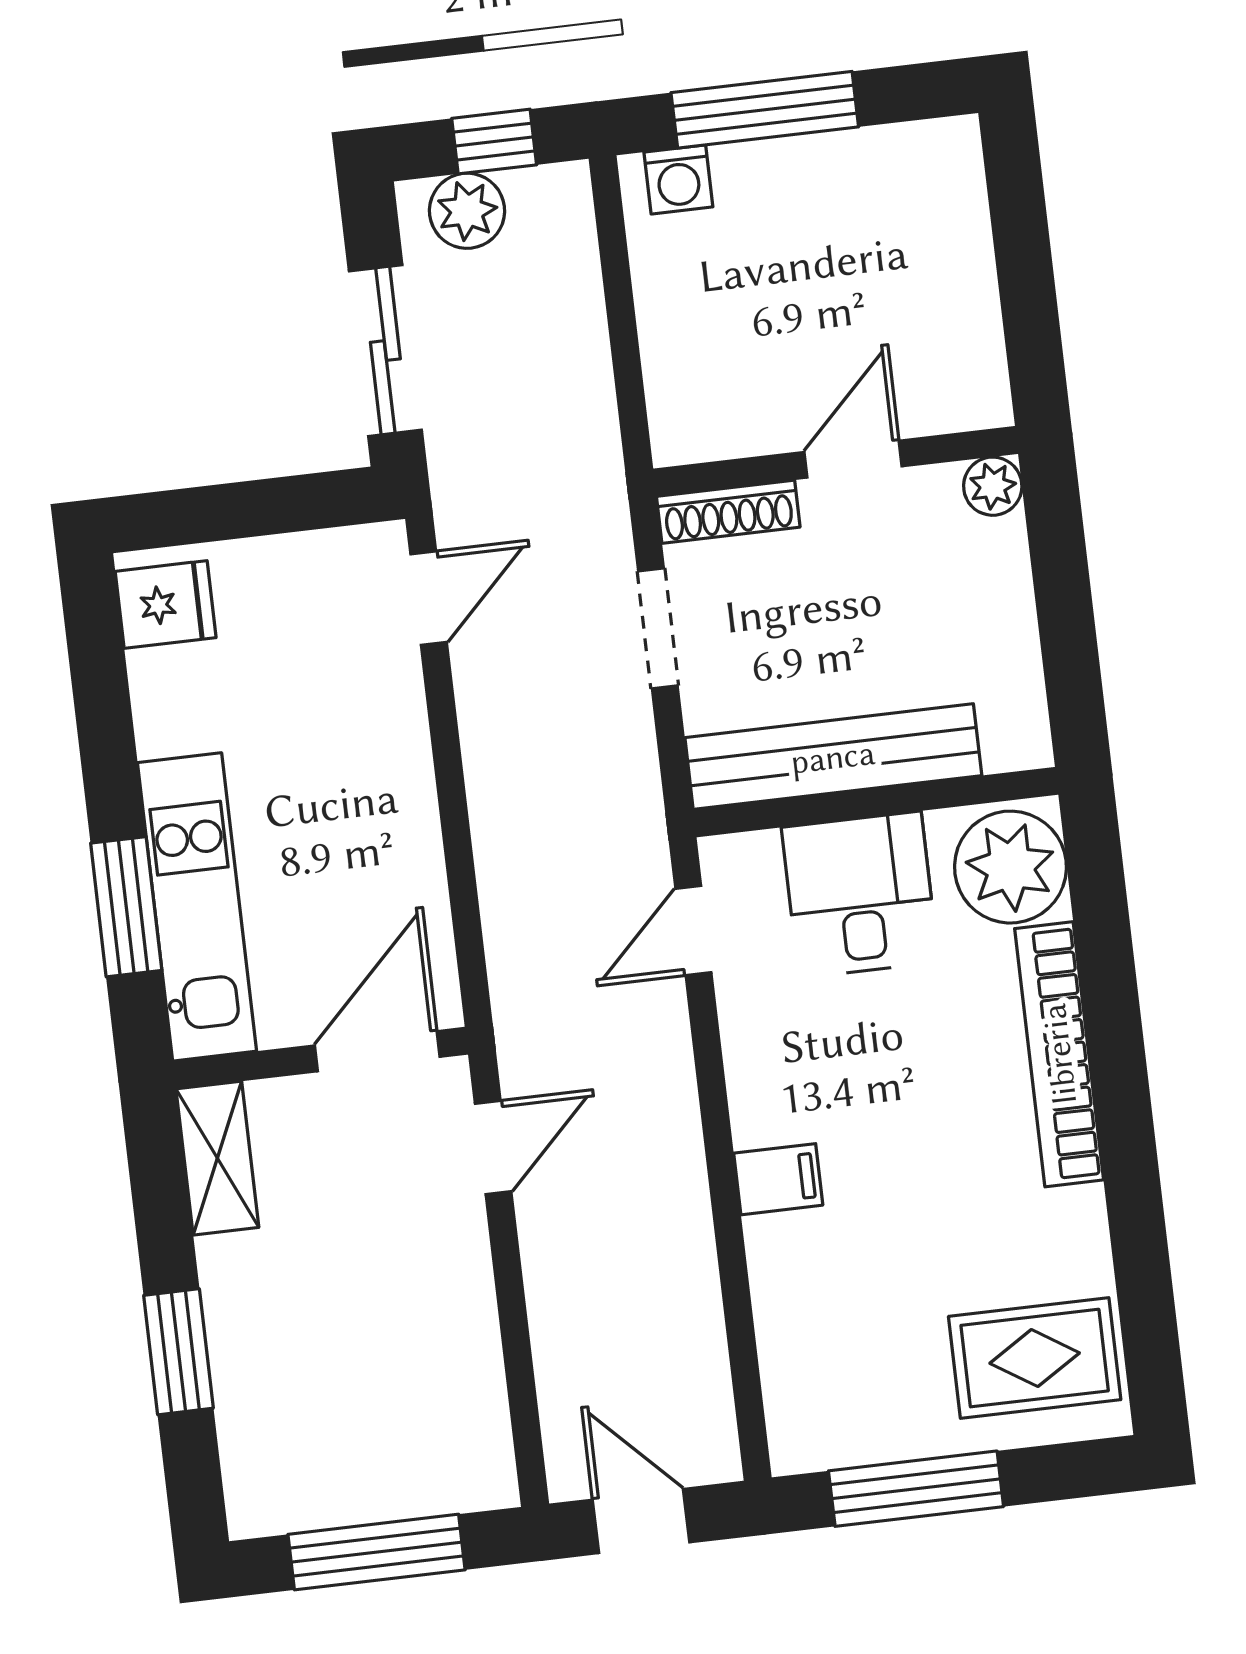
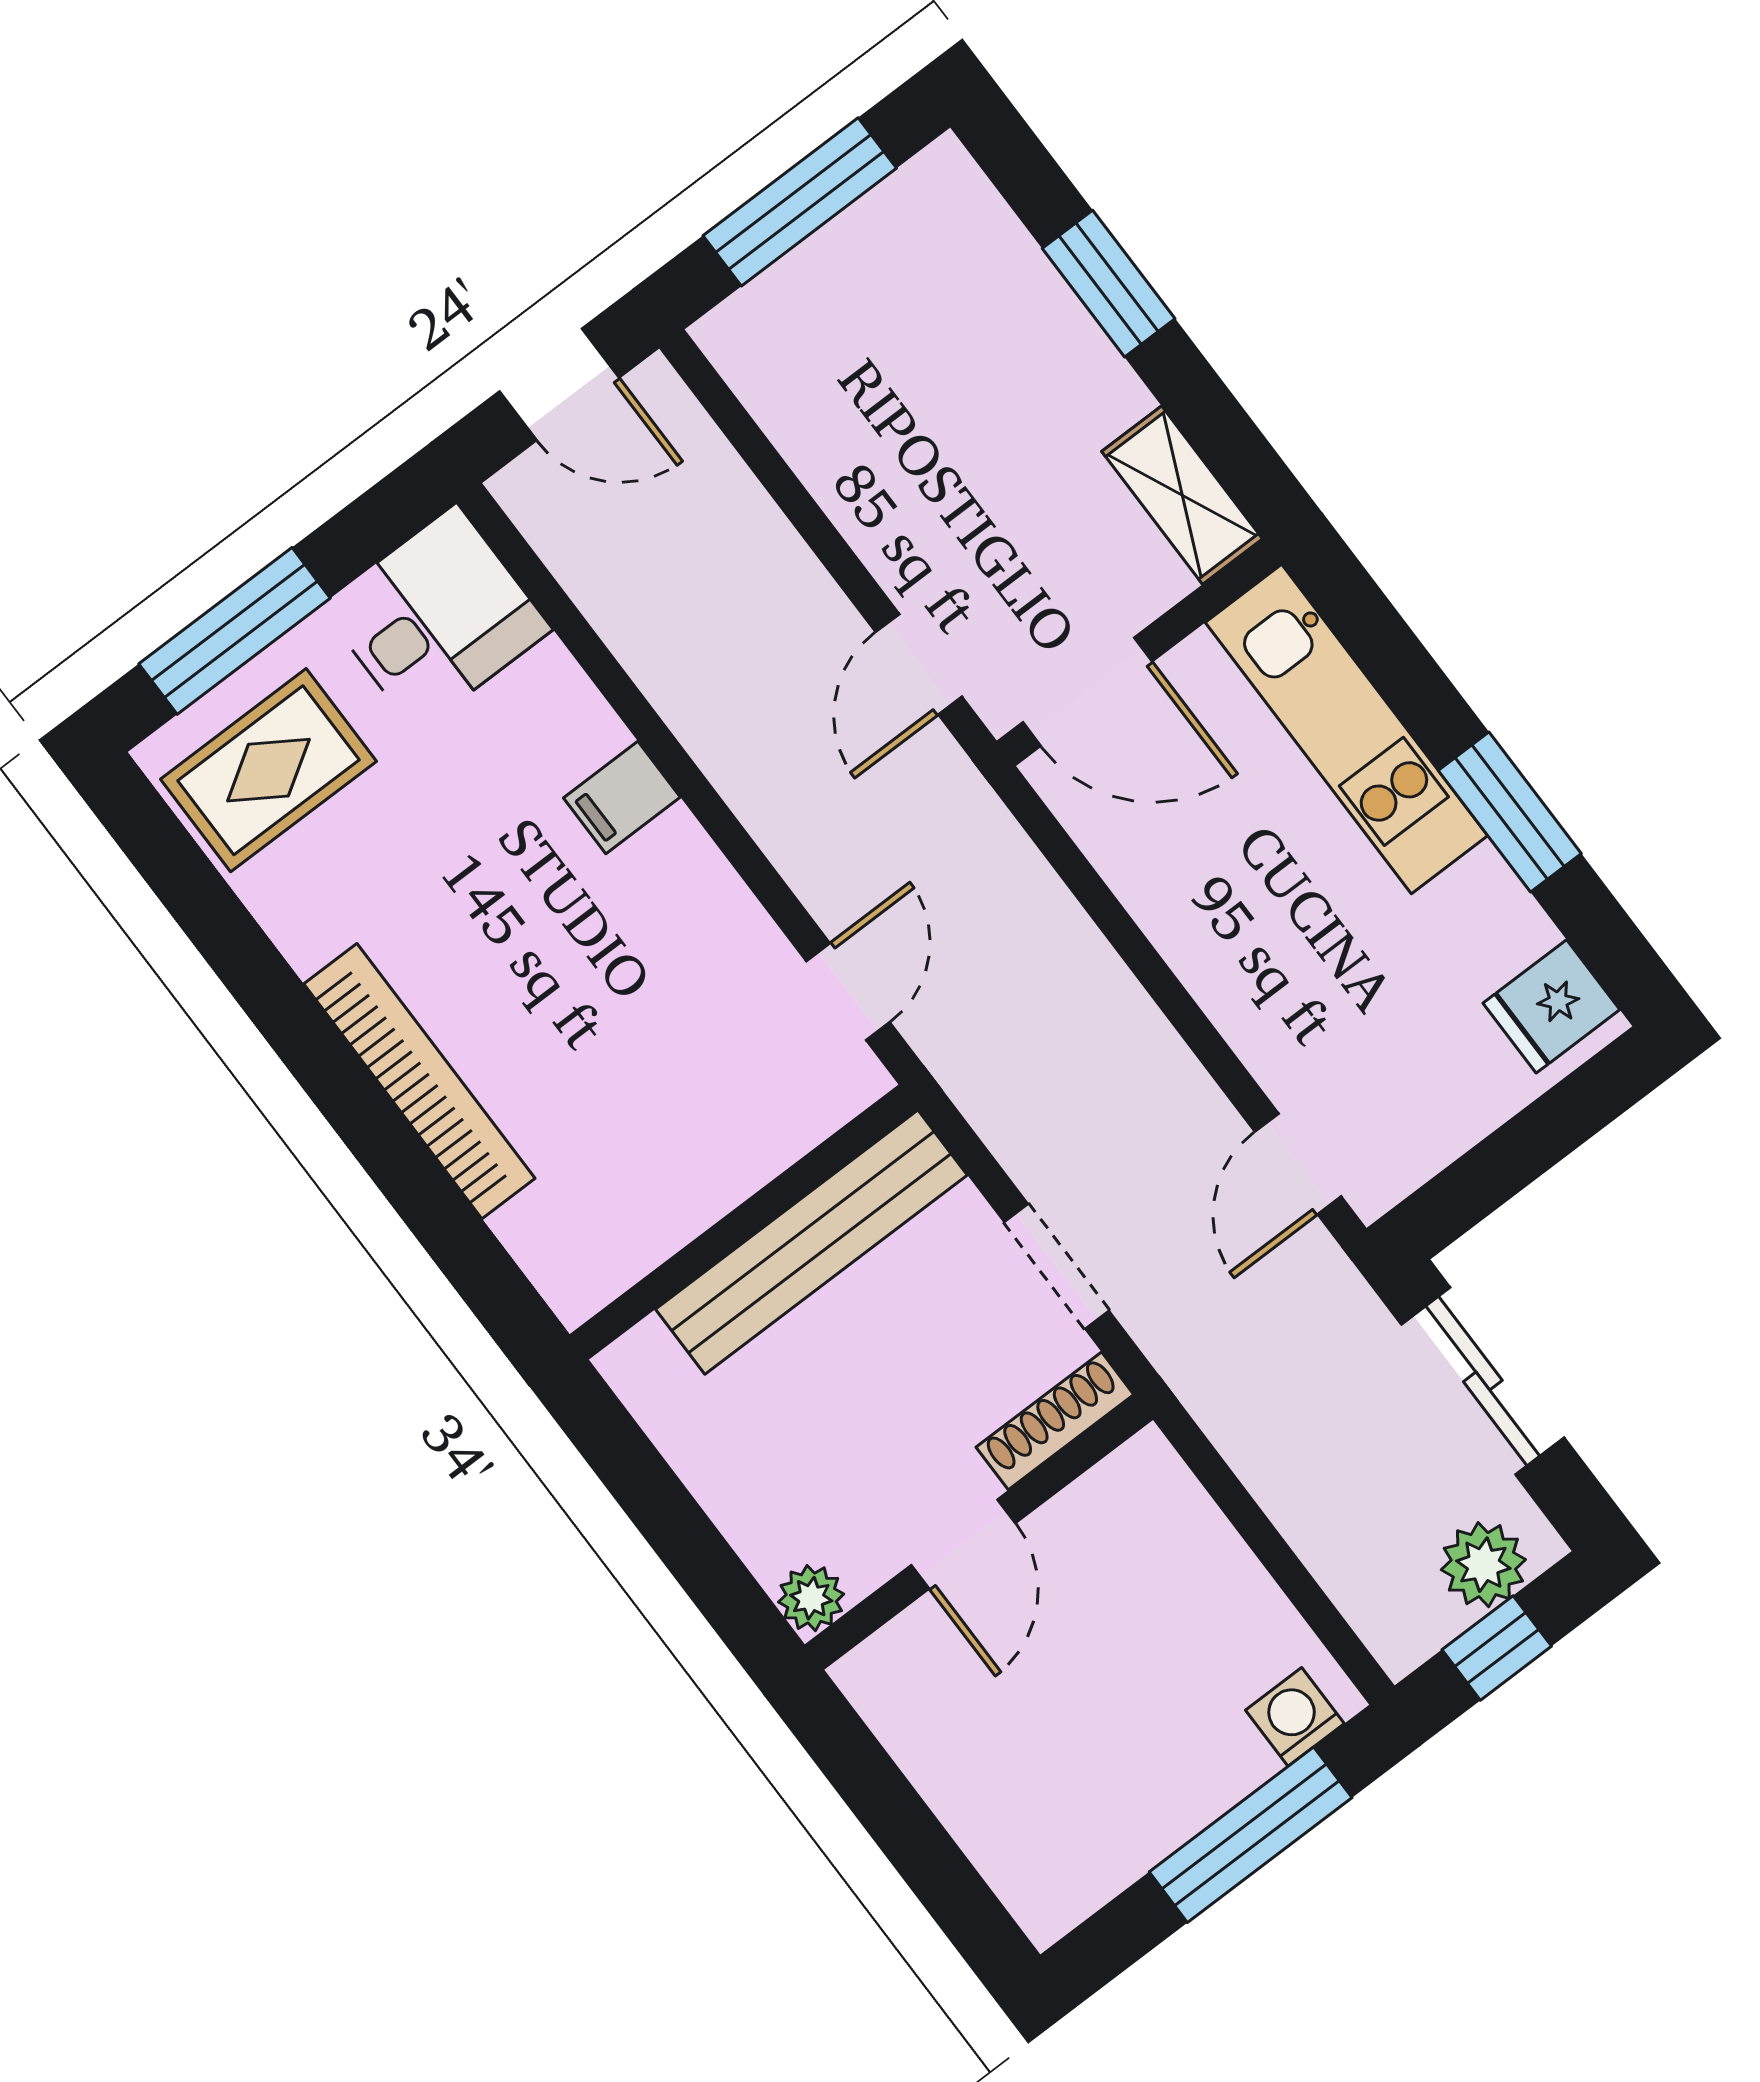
plant: (1010, 867) -> (575, 1236), removed
desk: (860, 895) -> (436, 618), moved, turned -90
window: (126, 907) -> (1510, 812), moved
door: (377, 1051) -> (1087, 692), hinge flipped
window: (916, 1489) -> (235, 631), moved

